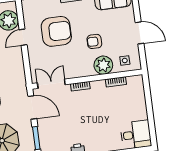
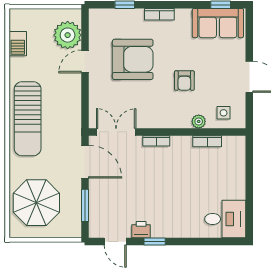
armchair: (94, 41) -> (184, 81), turned -90
plant: (103, 65) -> (199, 121), width x0.53, depth x0.53

